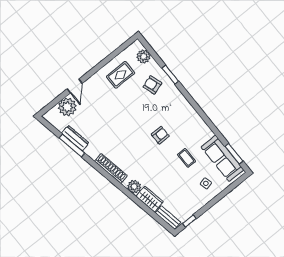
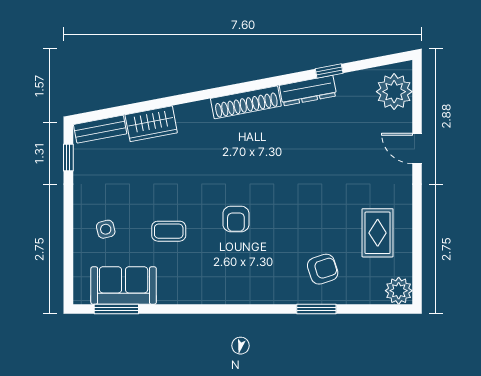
plant: (144, 56) -> (399, 291), moved
plant: (67, 107) -> (394, 92), moved
dresser: (75, 138) -> (308, 91), moved
window: (72, 146) -> (329, 71), width x0.46
sofa: (222, 158) -> (124, 286), width x0.73
plant: (134, 187) -> (189, 116), removed

